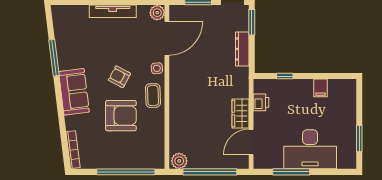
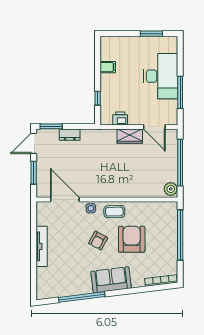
plant: (157, 13) -> (43, 208), removed
dresser: (242, 49) -> (70, 135), width x0.70
window: (54, 58) -> (82, 297), width x1.46

